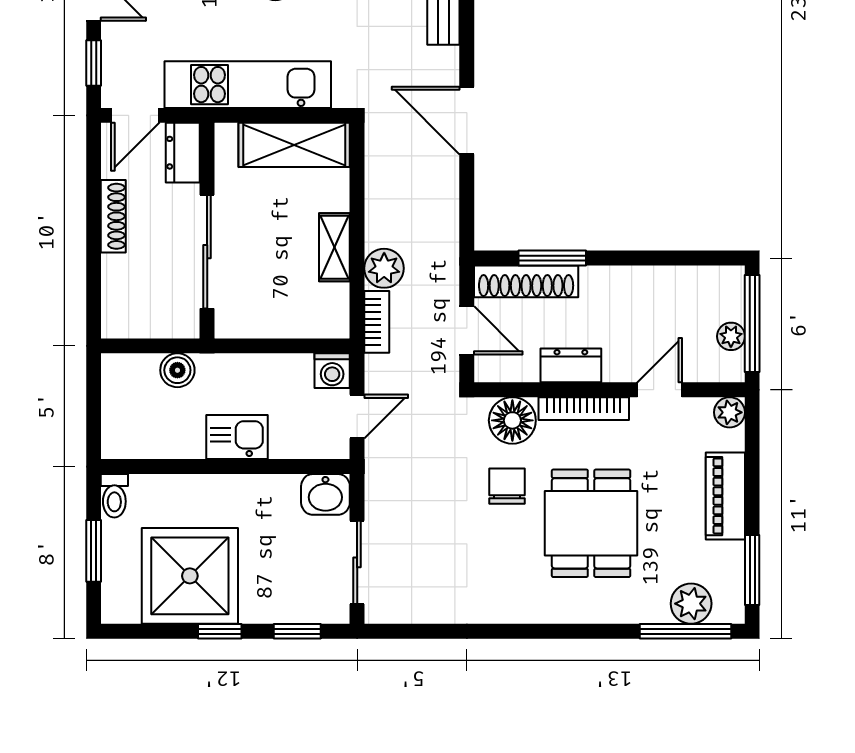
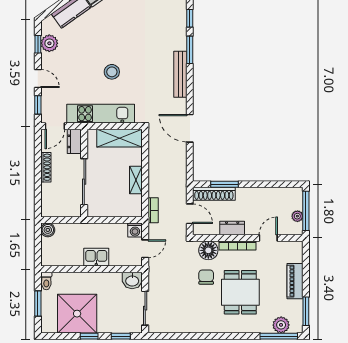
plant: (384, 268) -> (156, 188), removed
boiler: (177, 370) -> (48, 230), moved
plant: (730, 412) -> (297, 247), removed

